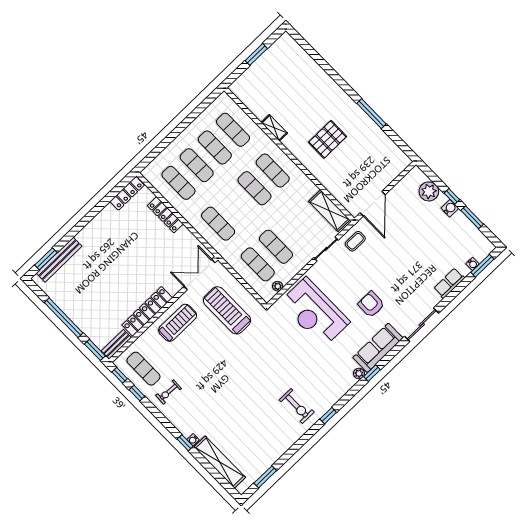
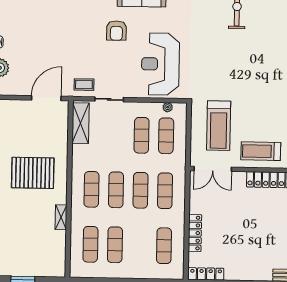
pallet: (328, 139) -> (33, 173), width x1.37, depth x1.41
exercise mat: (197, 165) -> (141, 190), moved
reception desk: (315, 312) -> (160, 64), turned 180

